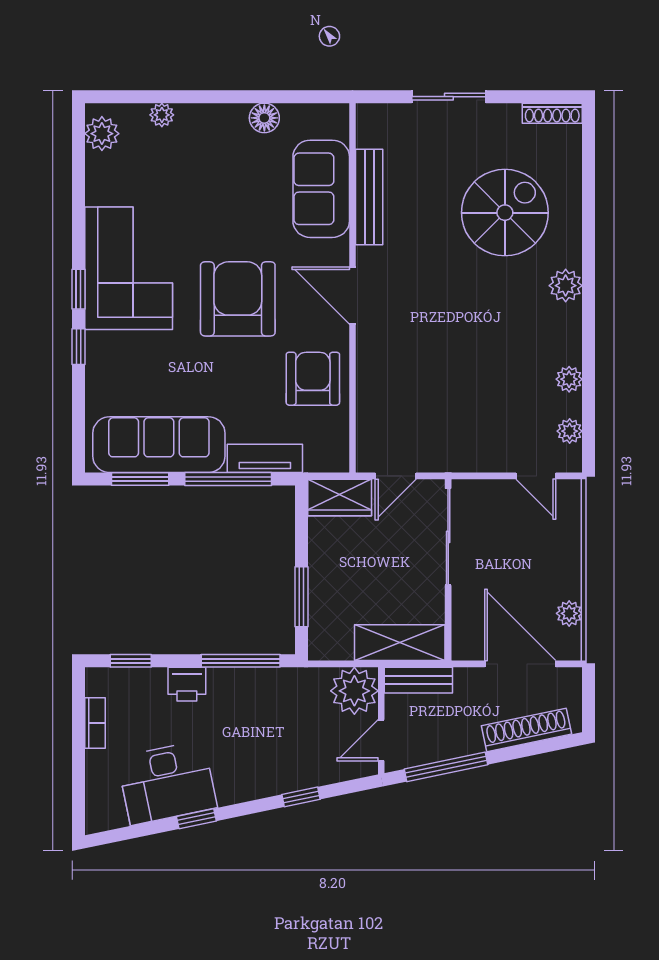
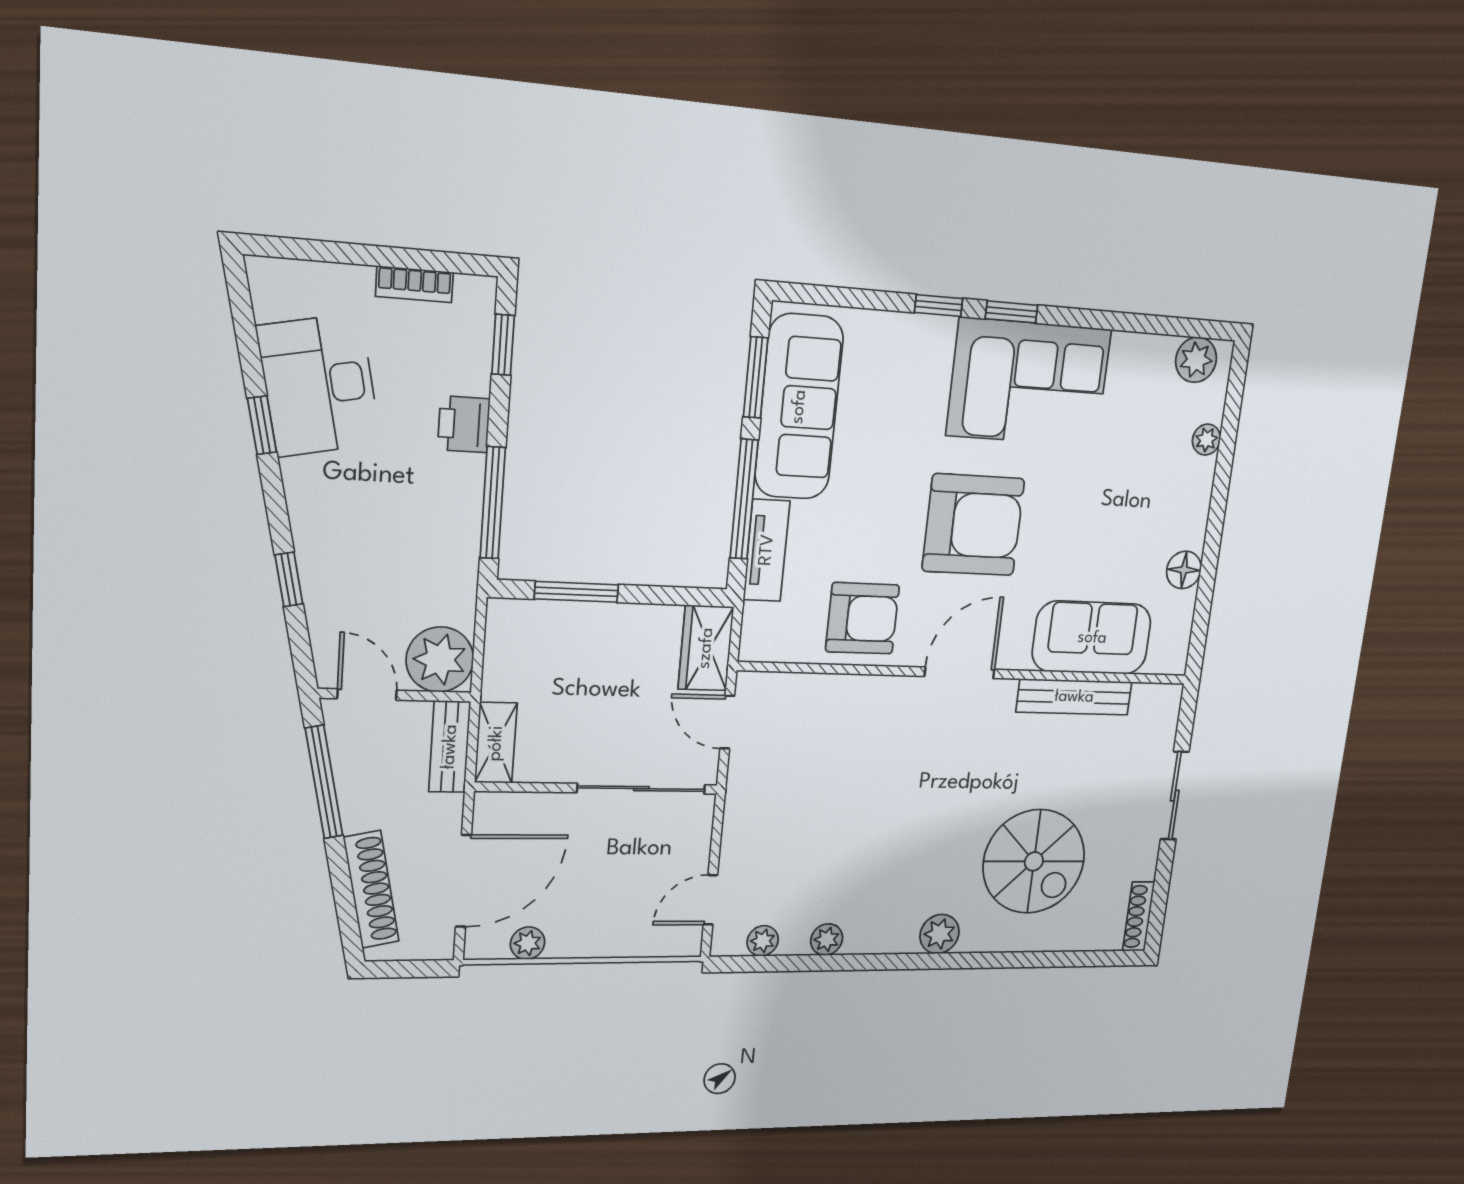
shelving: (400, 643) -> (496, 743), width x0.67, depth x0.75

